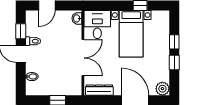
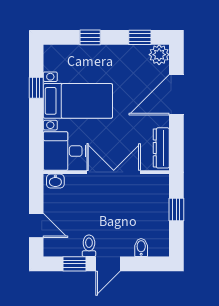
window: (174, 63) -> (140, 37), moved

